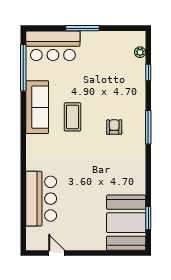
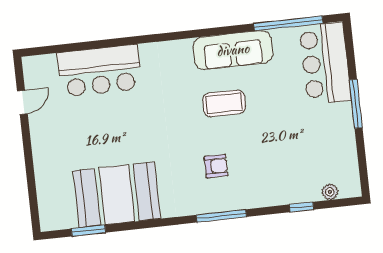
booth: (126, 223) -> (117, 195), moved

